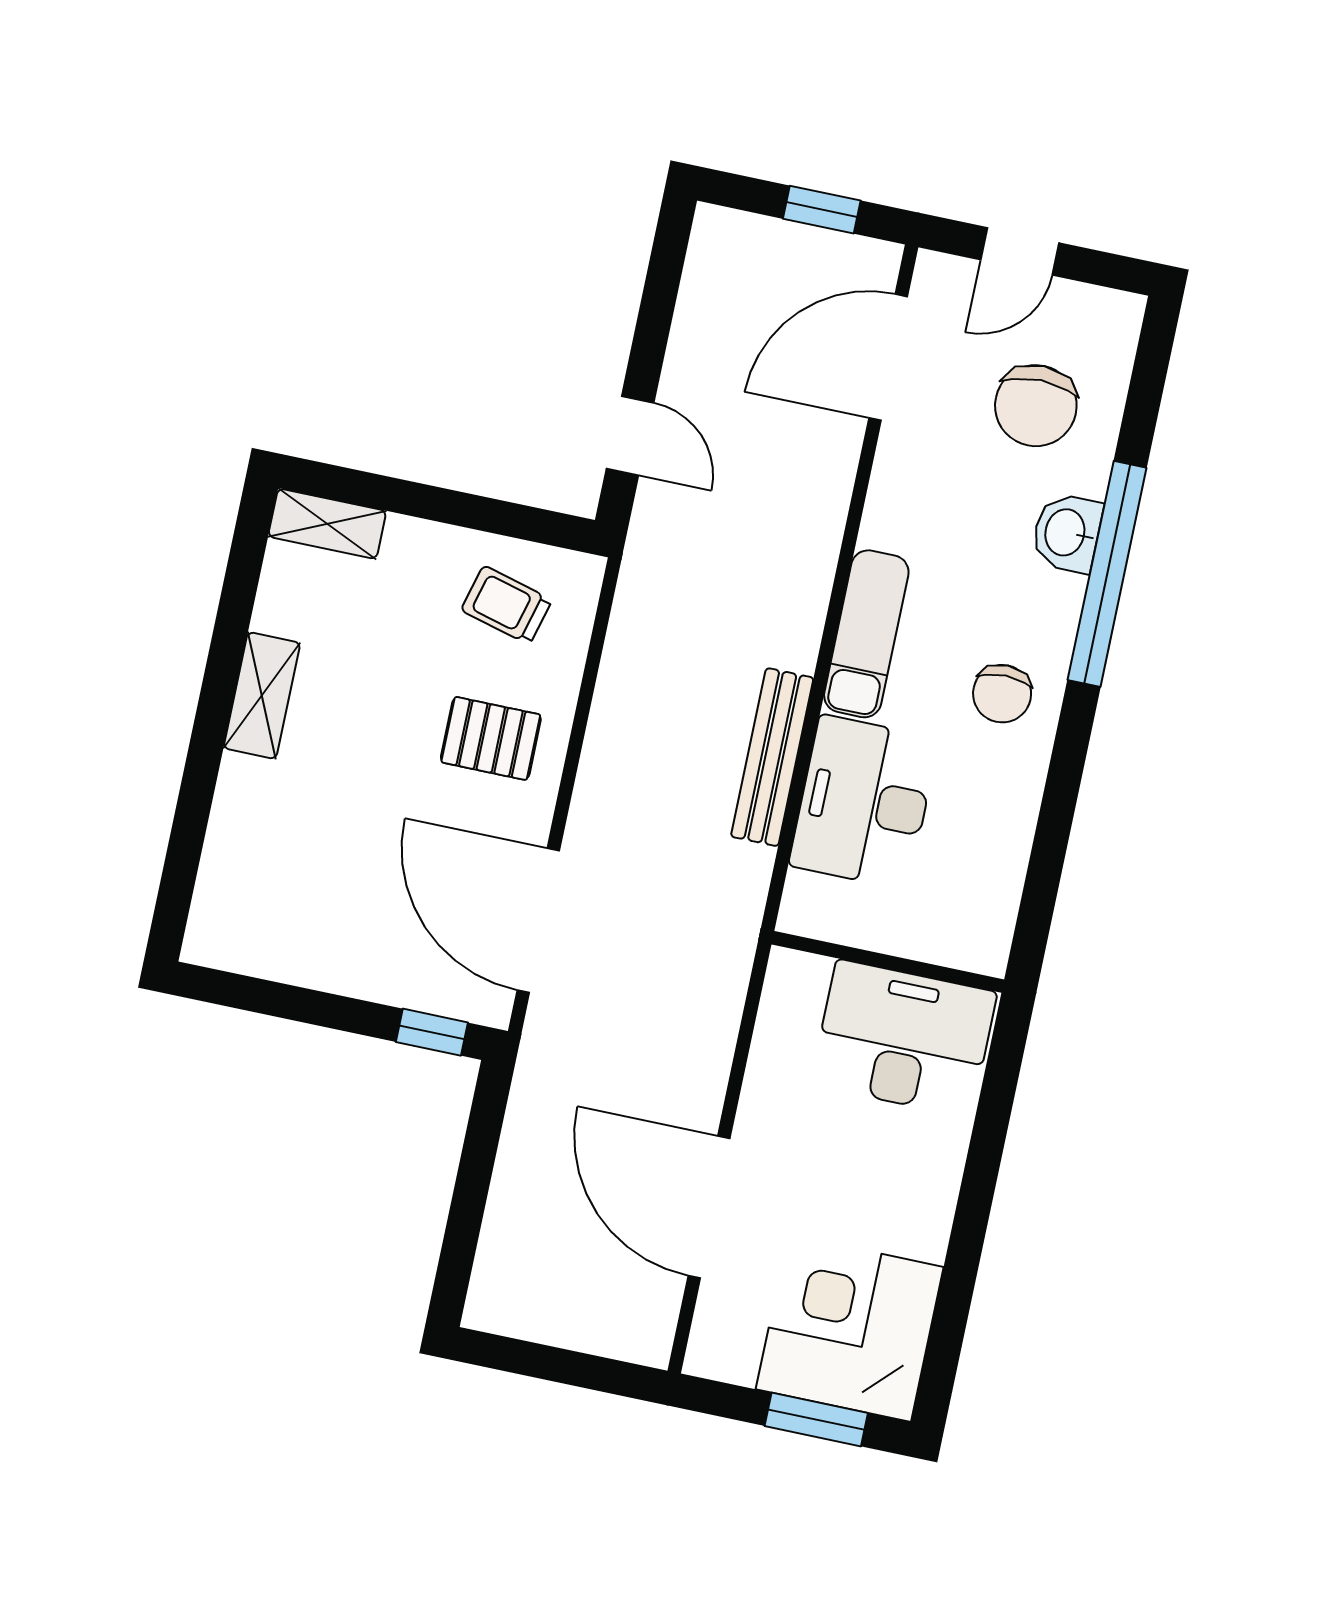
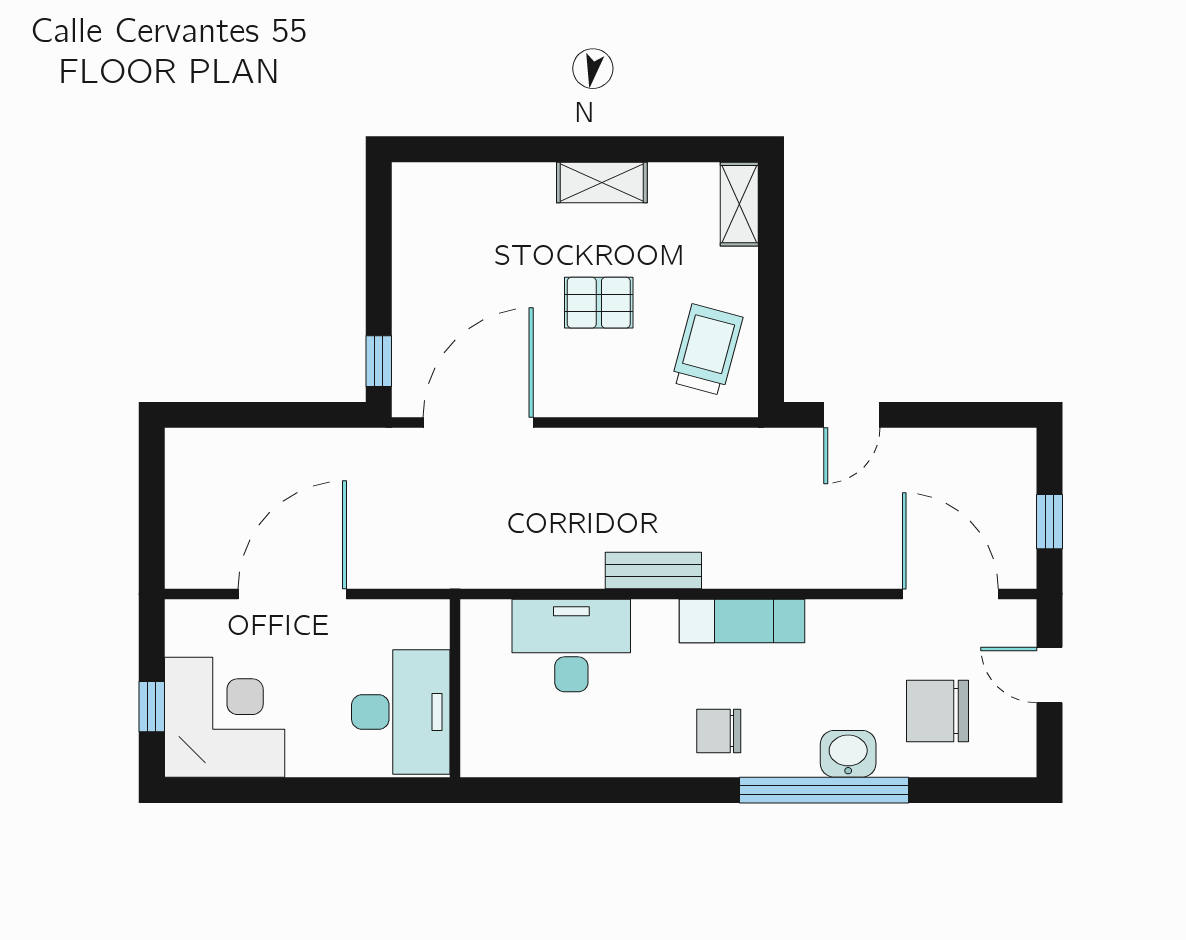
trolley: (506, 605) -> (707, 350), width x1.36, depth x1.39
pallet: (491, 738) -> (599, 303), moved, turned 90
bench: (772, 757) -> (653, 570), width x0.73
desk: (864, 802) -> (571, 646), moved
wall: (888, 962) -> (455, 688), moved
desk: (904, 1038) -> (401, 712), moved
window: (816, 1419) -> (152, 707), width x0.67

